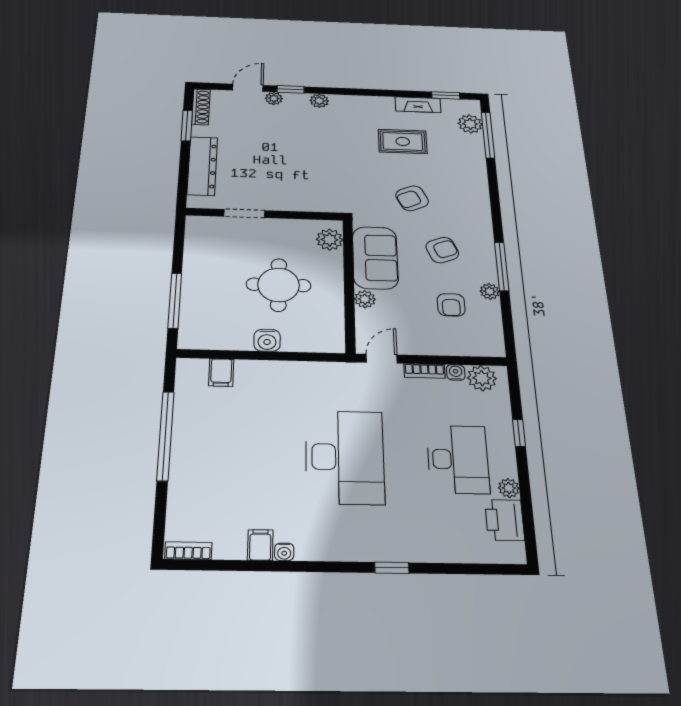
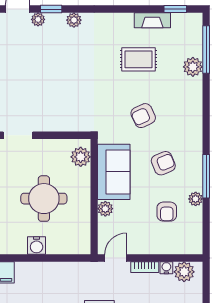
plant: (470, 124) -> (193, 67), moved

